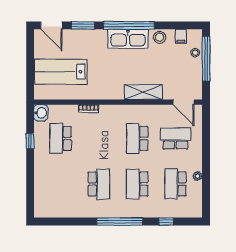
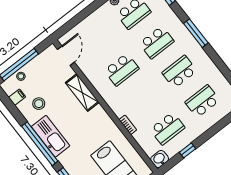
stool: (160, 37) -> (39, 104), moved
school desk: (175, 138) -> (202, 101), moved, turned 90
window: (120, 222) -> (196, 33), width x0.68

